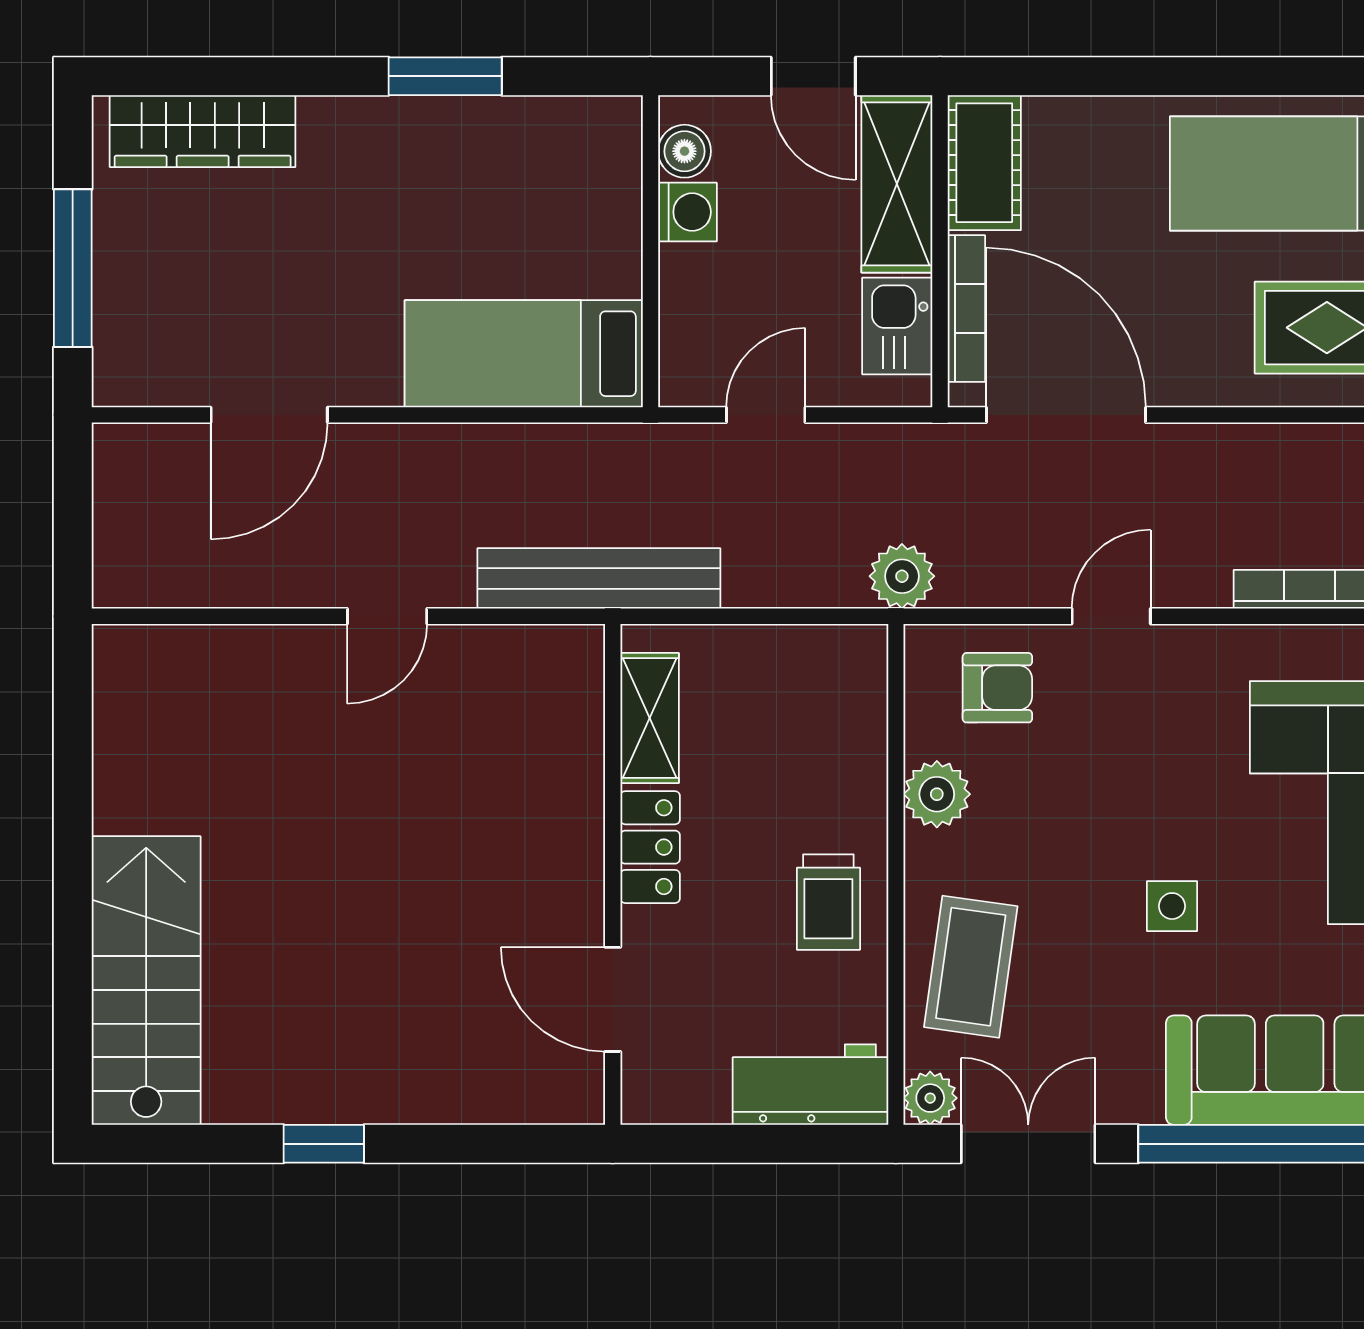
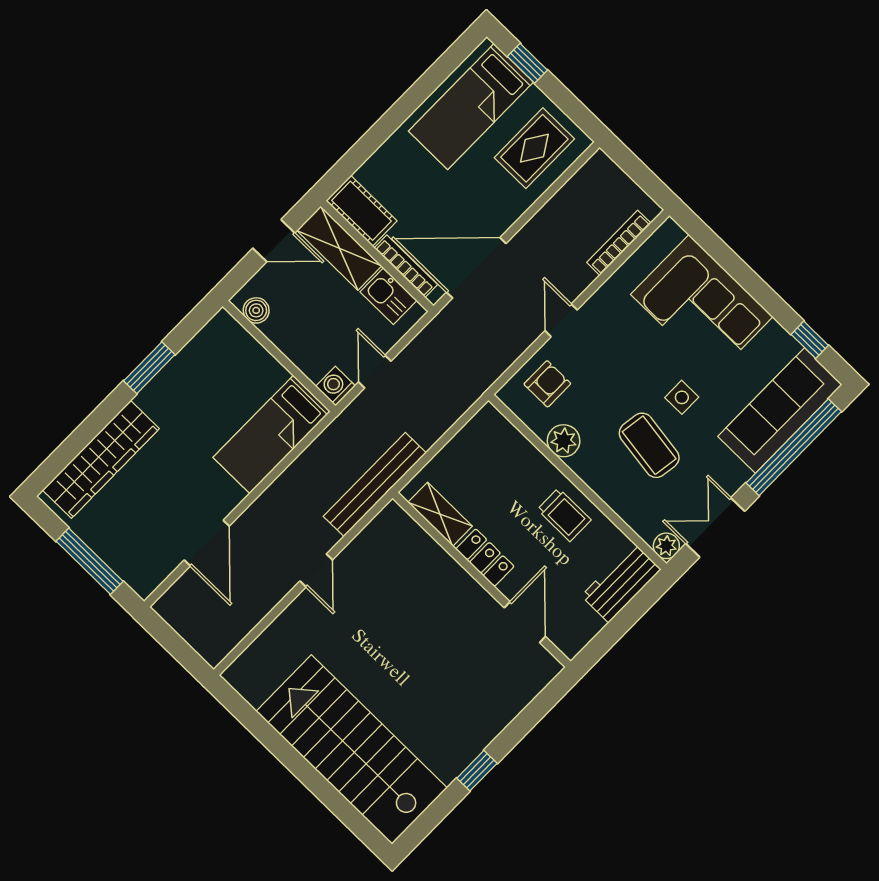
wardrobe: (203, 131) -> (101, 459), width x1.40, depth x1.17
washing machine: (687, 212) -> (335, 386), moved, turned -90
plant: (902, 576) -> (477, 379), removed
coffee table: (971, 967) -> (649, 445), moved
stairs: (146, 980) -> (352, 750), width x1.36, depth x1.51
door: (613, 999) -> (525, 622), swing flipped

